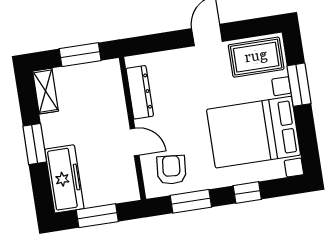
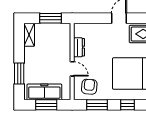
dresser: (140, 92) -> (79, 47), width x0.70
window: (35, 144) -> (19, 73), moved
freezer: (64, 179) -> (44, 92), moved, turned -90

